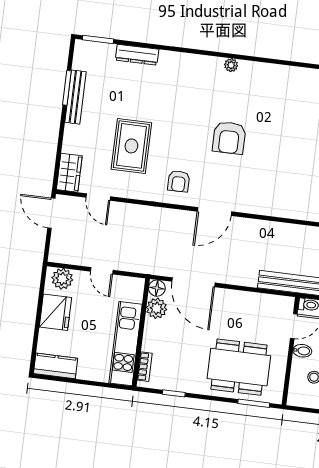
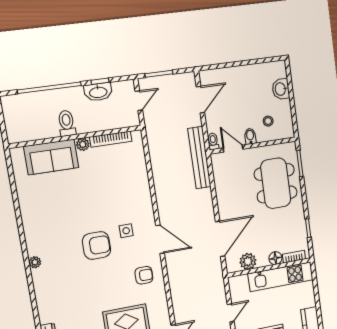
side table: (236, 176) -> (126, 231), added
floor lamp: (157, 288) -> (275, 258), moved

